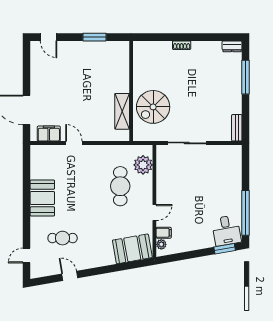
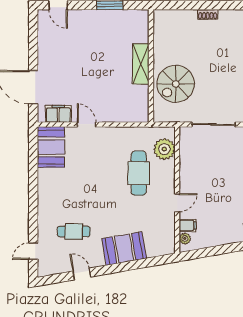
shelving: (122, 111) -> (141, 64), moved
booth: (42, 198) -> (51, 147), moved
booth: (132, 249) -> (124, 249), moved

